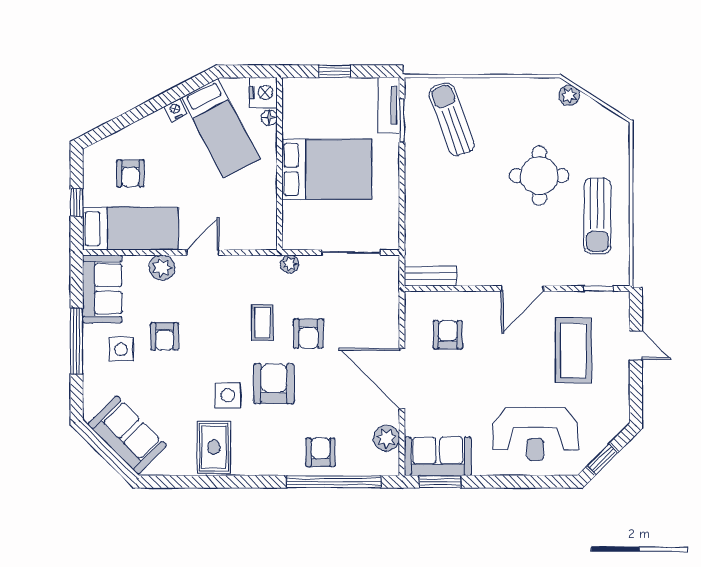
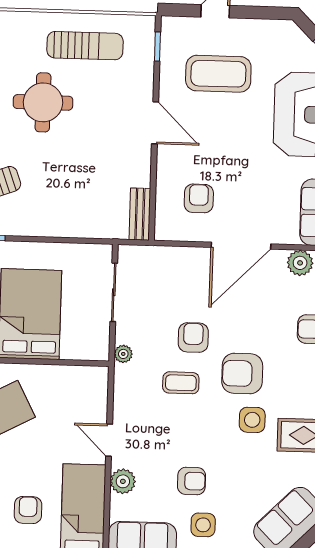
armchair: (130, 173) -> (28, 510), turned -90
armchair: (308, 334) -> (193, 338), turned -90
armchair: (448, 335) -> (199, 198), turned 90

